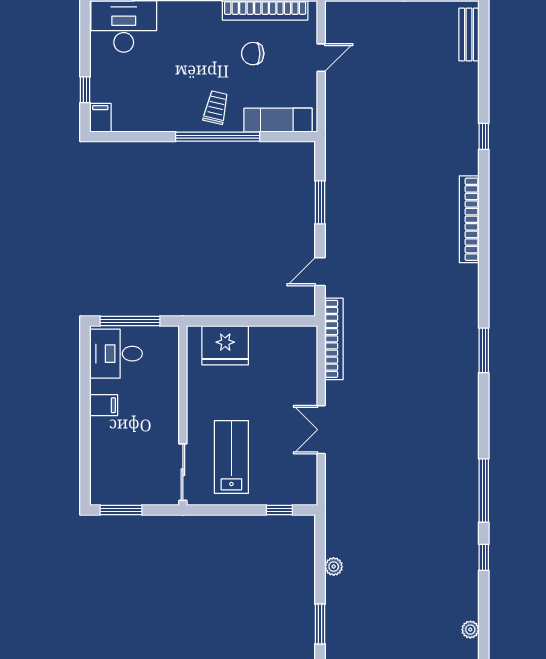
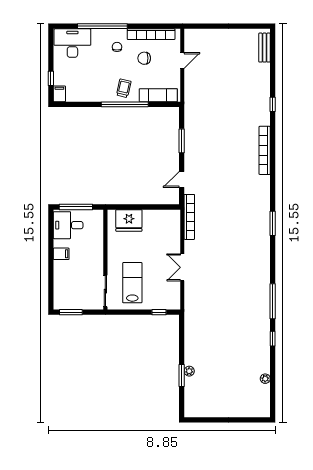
chair: (204, 33) -> (117, 47), added
plant: (334, 567) -> (189, 371), moved

